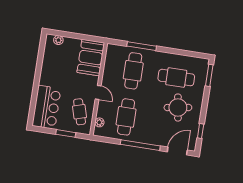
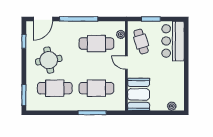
cafe table: (133, 71) -> (96, 88), turned 90
cafe table: (126, 117) -> (96, 43), turned 90

